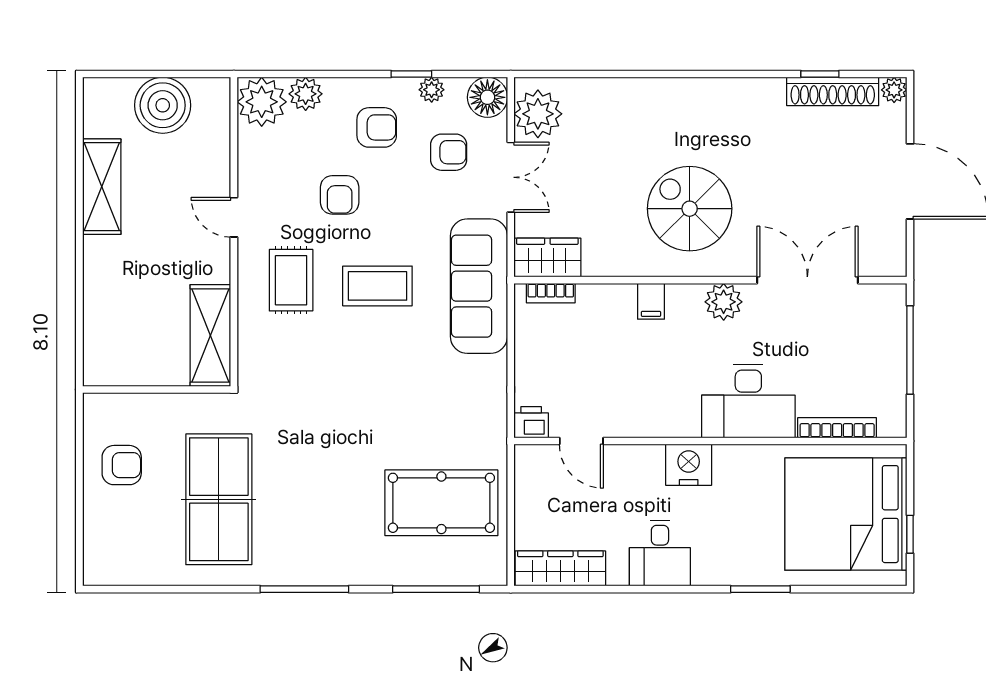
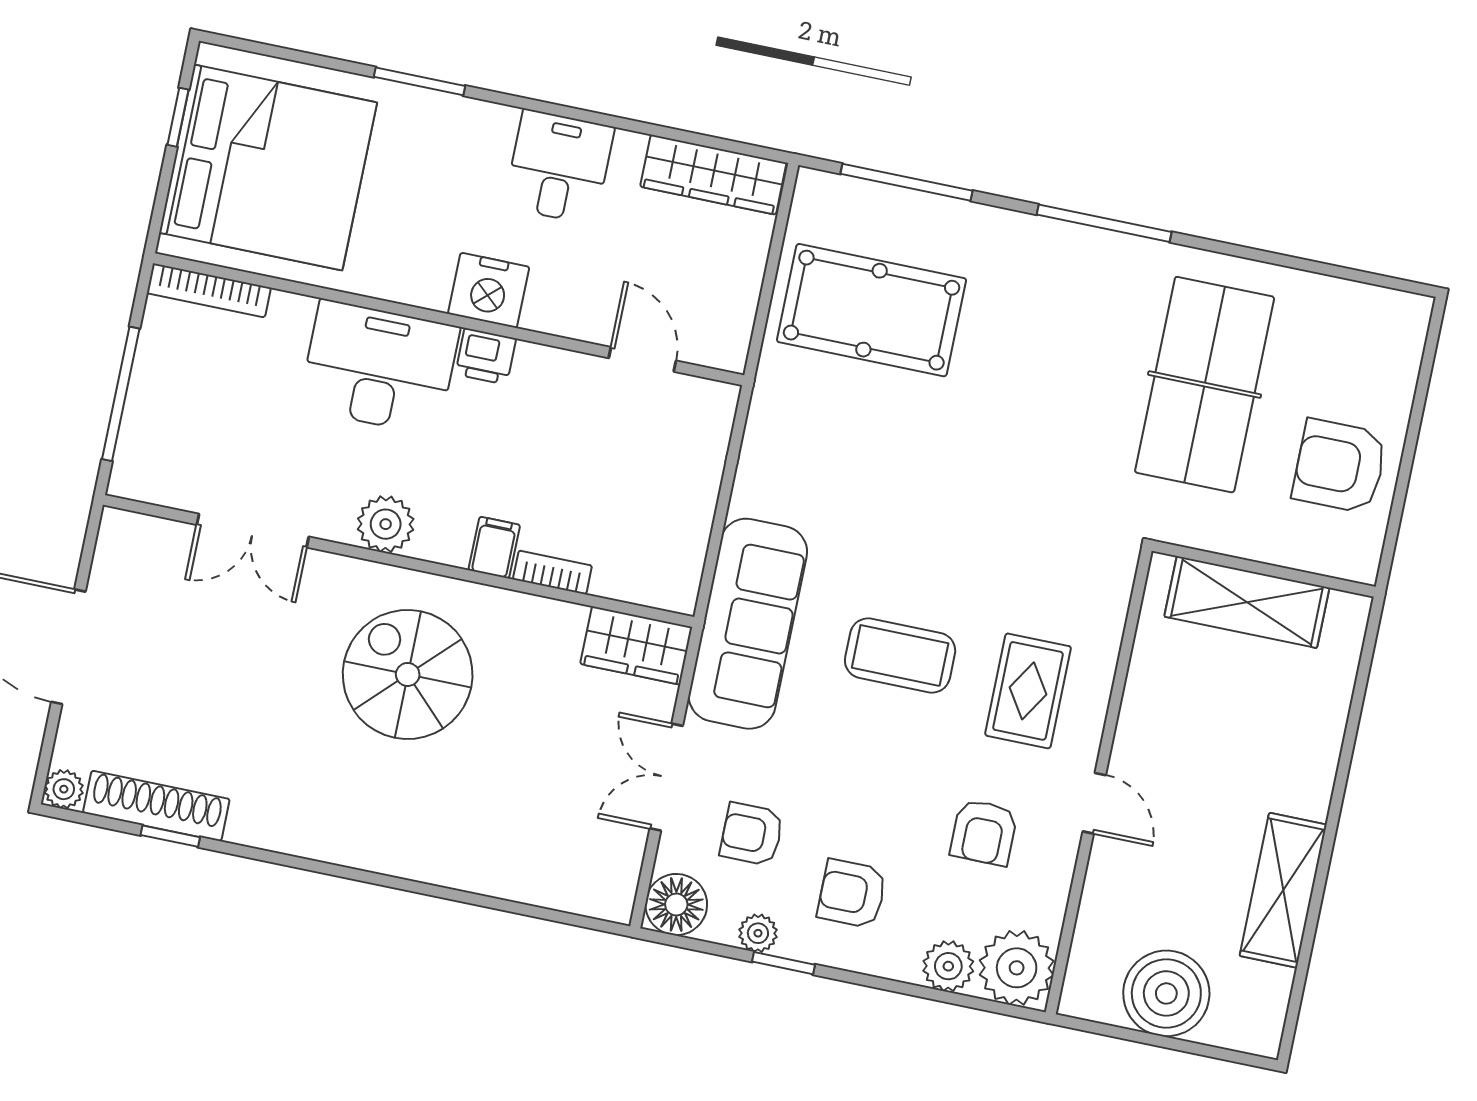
plant: (538, 114) -> (606, 864), removed
armchair: (340, 195) -> (984, 832), moved, turned 180
spiral stairs: (690, 209) -> (408, 674), turned 180
double door: (807, 280) -> (253, 531), width x0.73
bookcase: (551, 293) -> (552, 572), moved
shelving: (210, 335) -> (1247, 602), moved, turned 90
printer: (531, 422) -> (486, 356), moved
bookcase: (837, 428) -> (209, 290), moved
armchair: (122, 465) -> (1340, 466), width x1.38, depth x1.38

